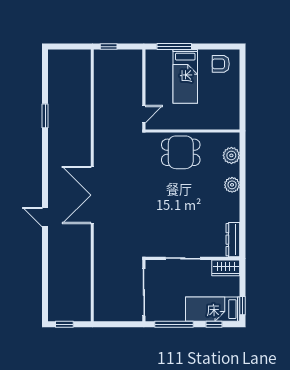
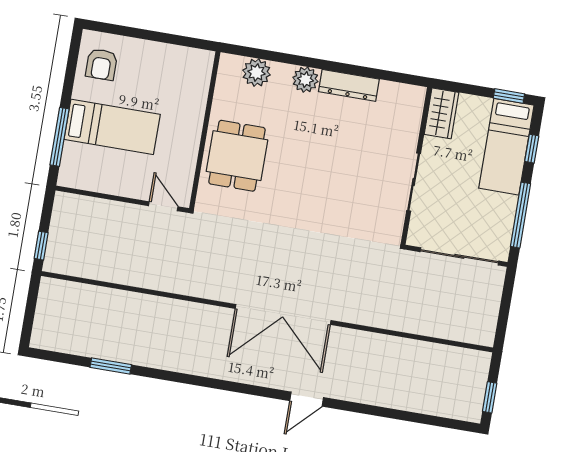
window: (45, 116) -> (111, 366), moved
dresser: (233, 240) -> (349, 85), moved

